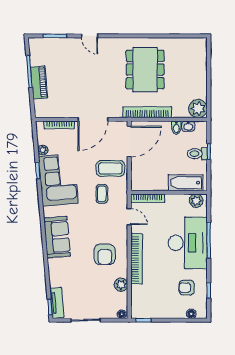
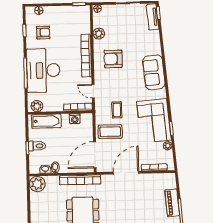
washing machine: (152, 185) -> (75, 119), added
armchair: (105, 254) -> (113, 59), turned -90

